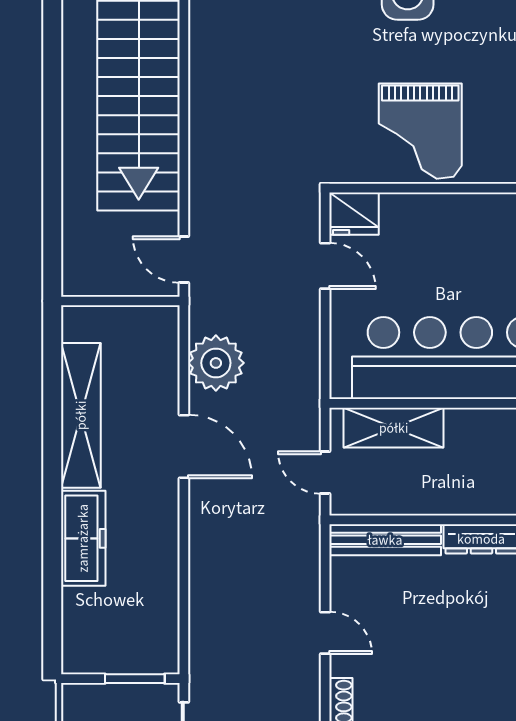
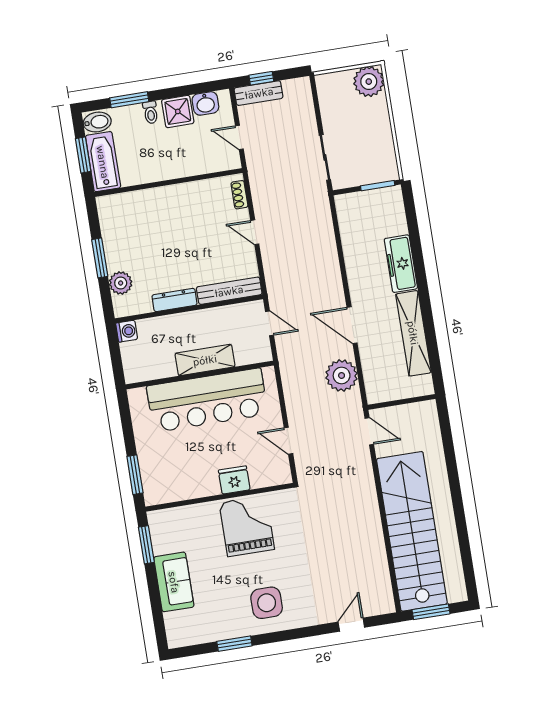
fridge: (354, 214) -> (234, 480), moved
shelving: (394, 428) -> (205, 360), moved
window: (135, 679) -> (378, 186), moved

